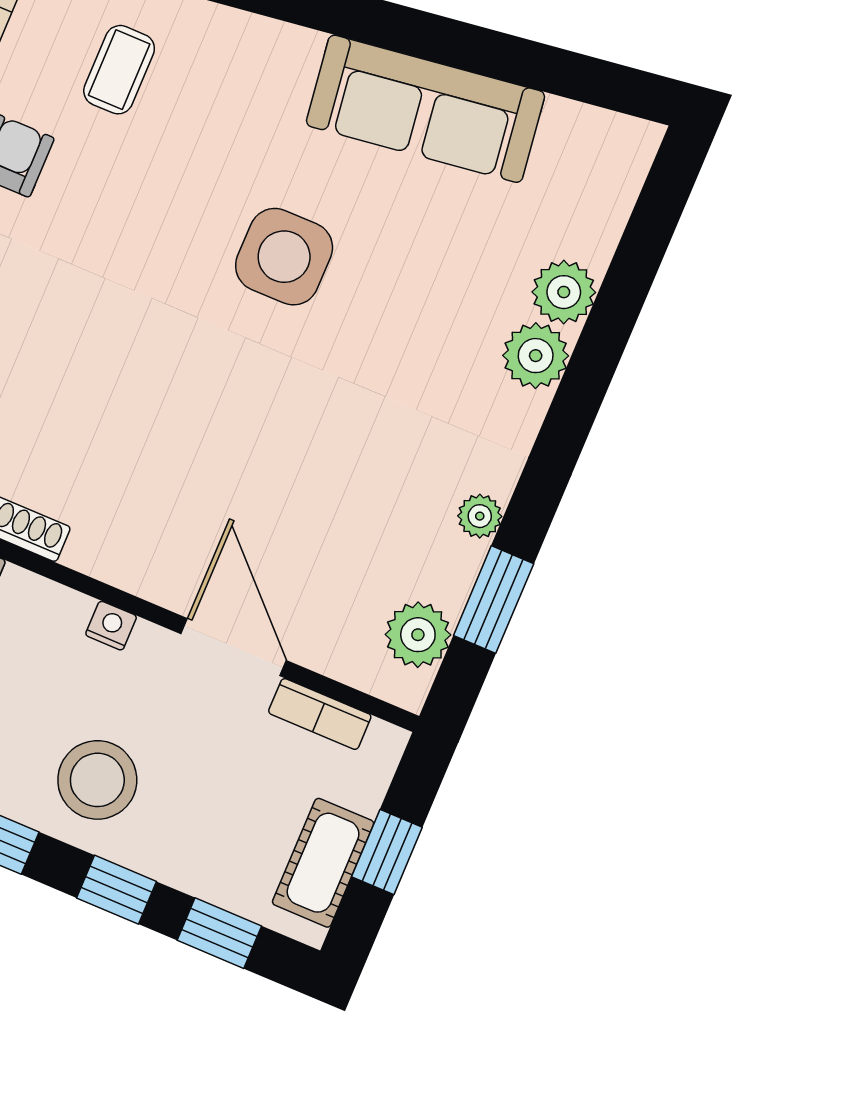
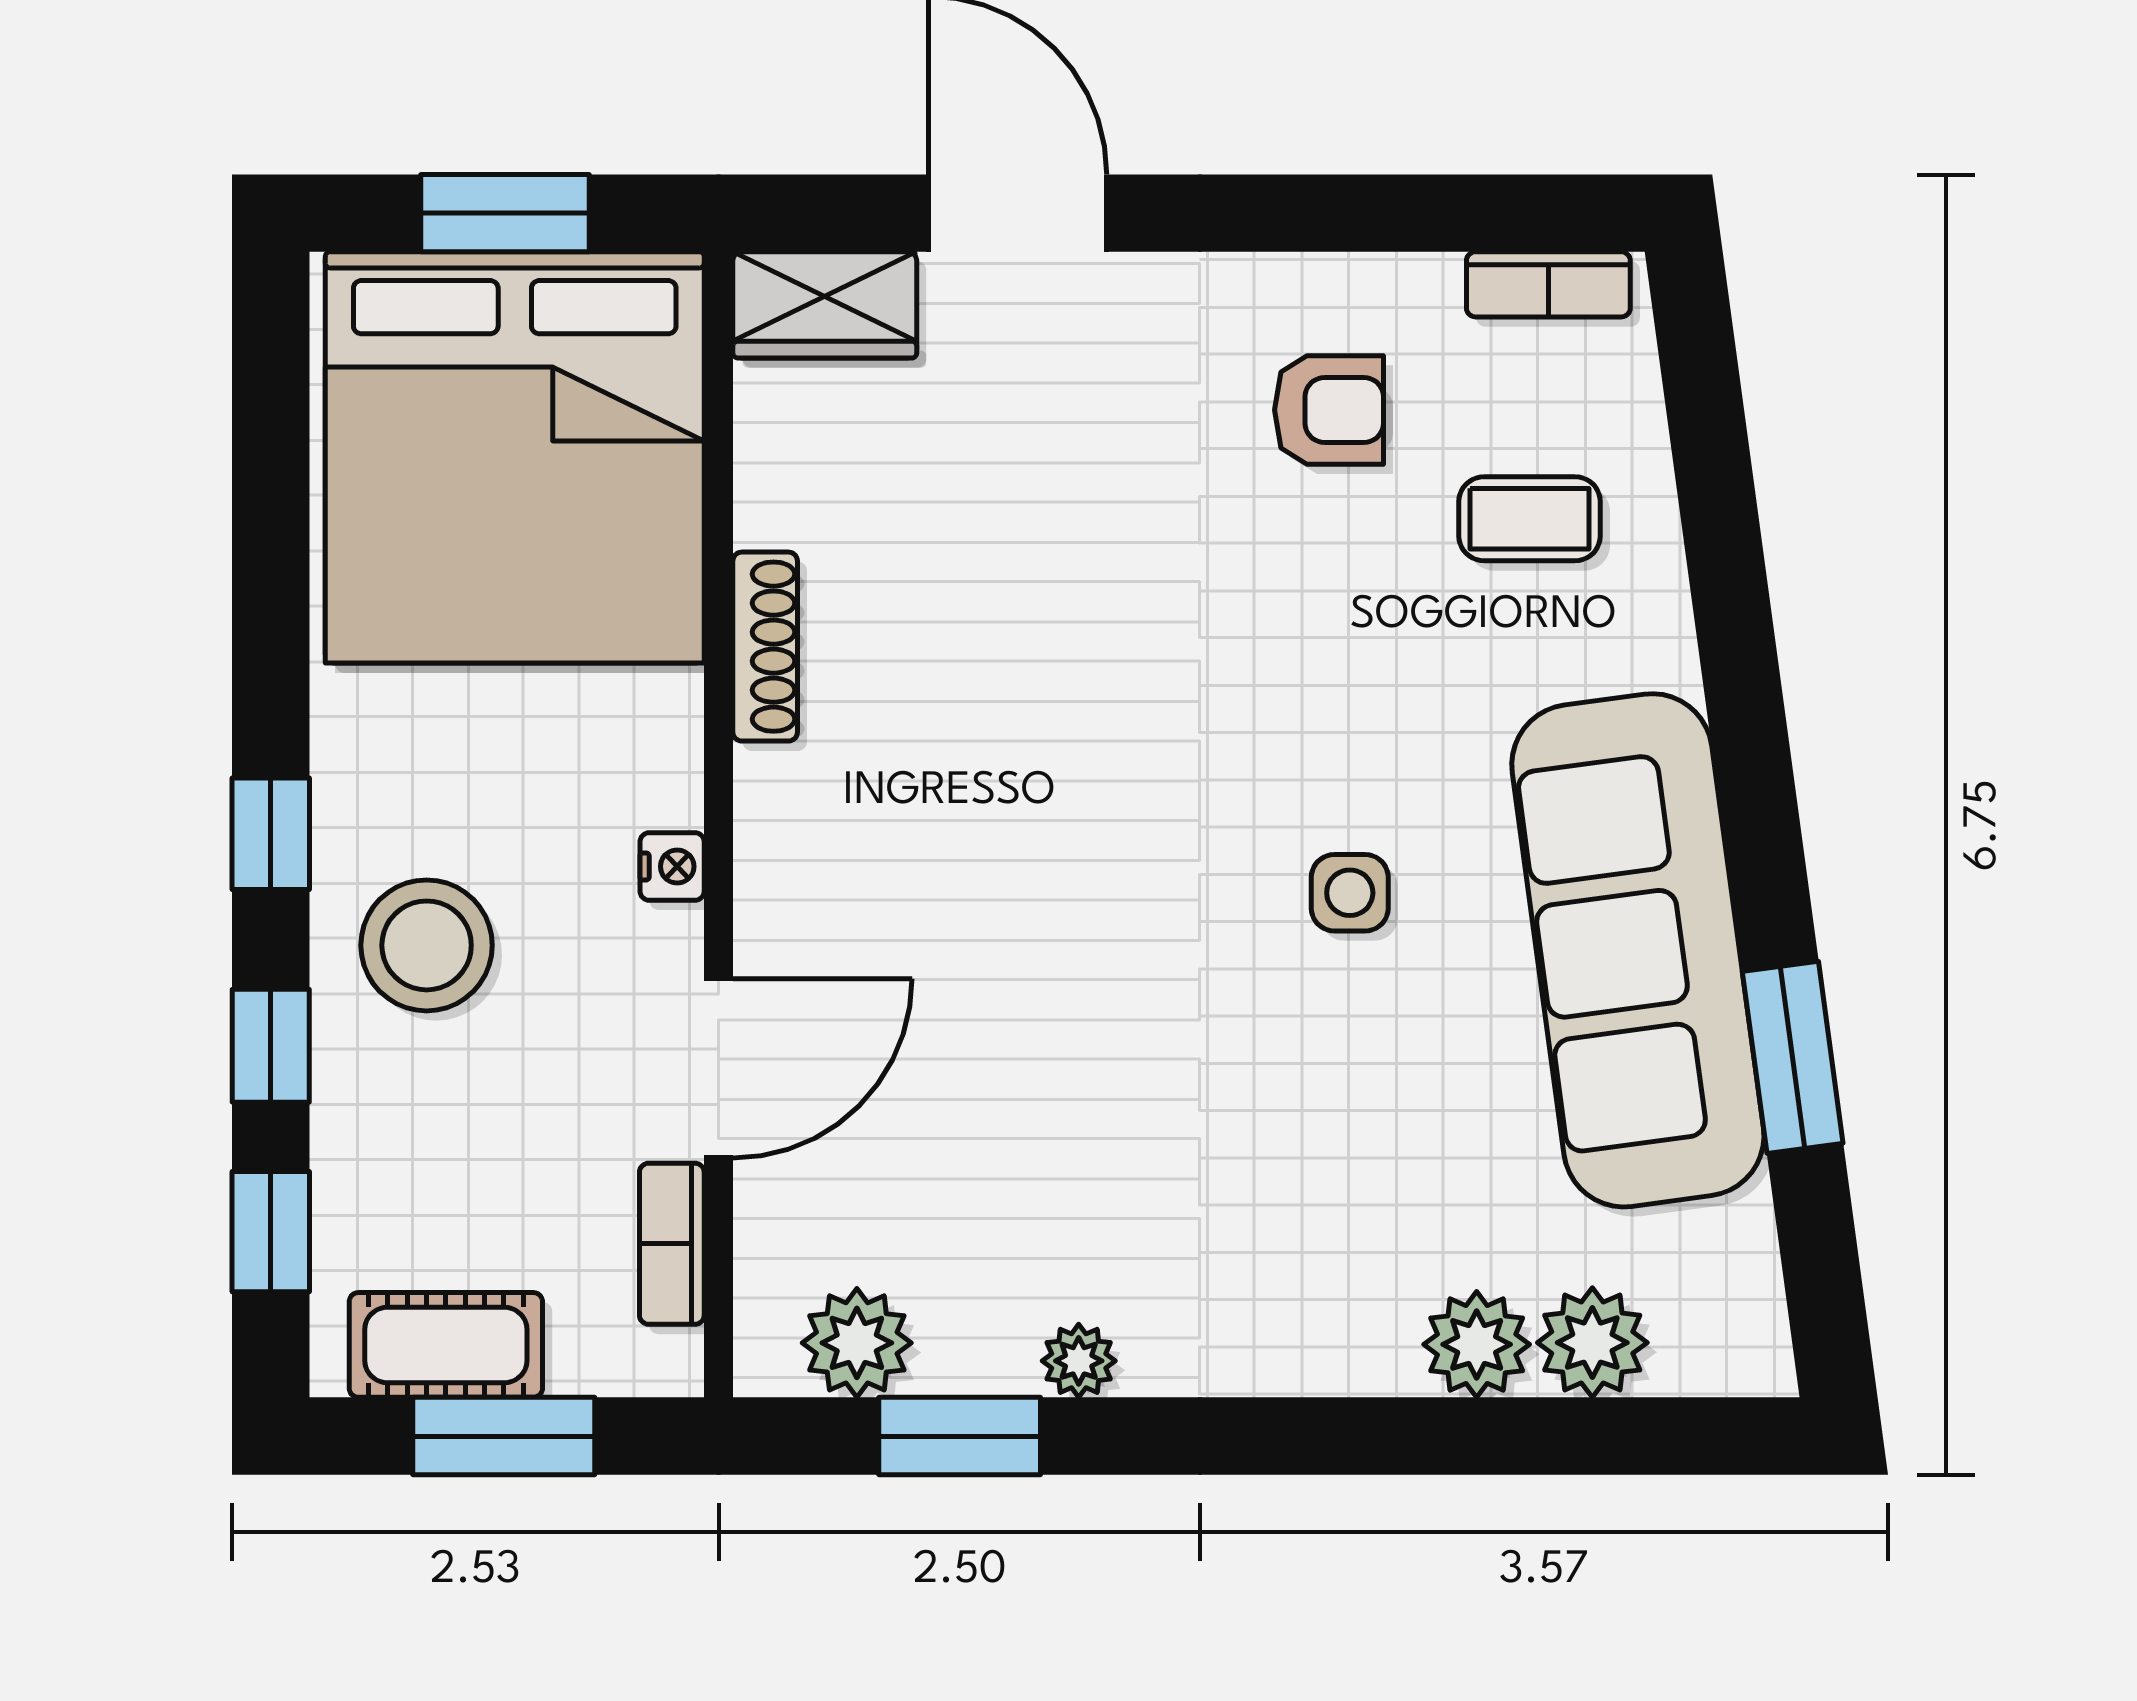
window: (479, 50) -> (1793, 1057), added
sofa: (425, 109) -> (1638, 950), width x1.36, depth x1.27
side table: (284, 257) -> (1350, 893), width x0.54, depth x0.54
plant: (536, 356) -> (1592, 1343), moved
window: (387, 852) -> (504, 1436), width x1.50

